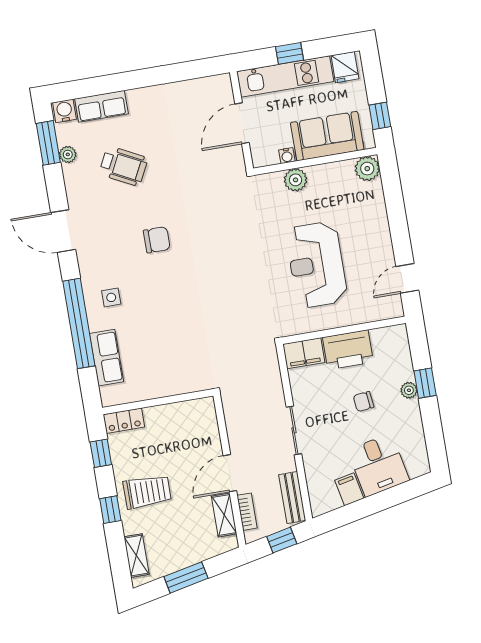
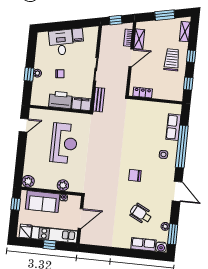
locker: (124, 421) -> (143, 92), moved
trolley: (147, 492) -> (172, 60), turned 90
bench: (292, 498) -> (99, 100), moved

